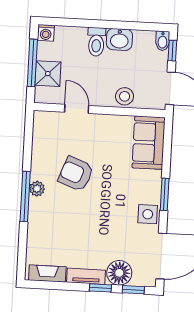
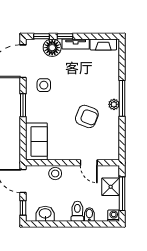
washbasin: (119, 39) -> (45, 214), moved
bidet: (163, 41) -> (89, 214), moved
side table: (148, 214) -> (44, 85), moved

